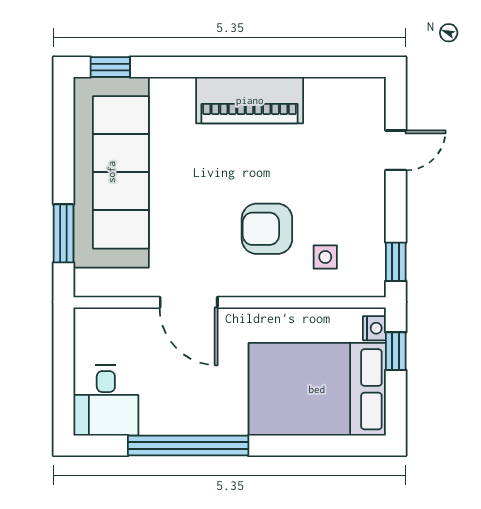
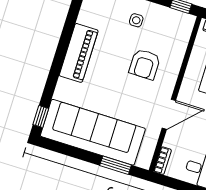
side table: (325, 257) -> (136, 20), moved
bookcase: (99, 318) -> (163, 161), added

